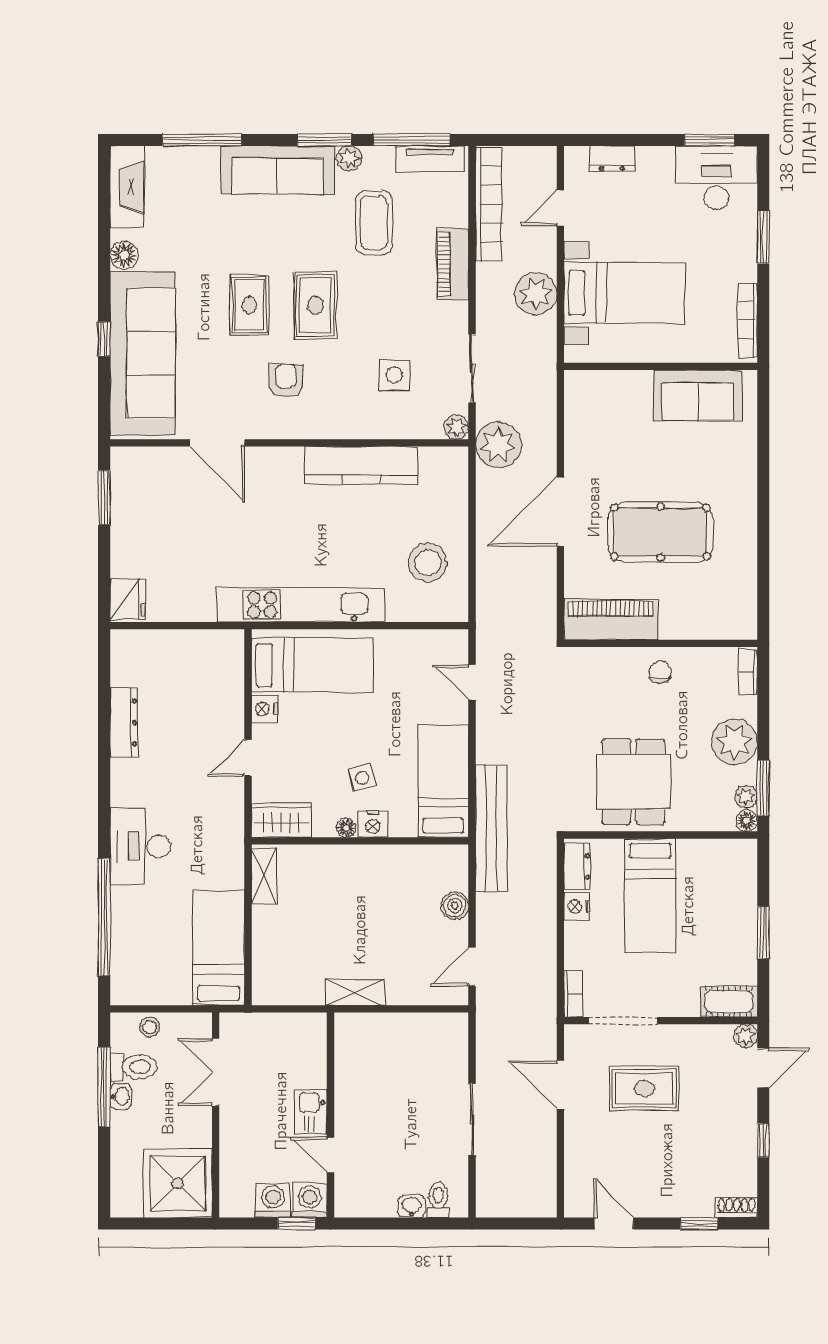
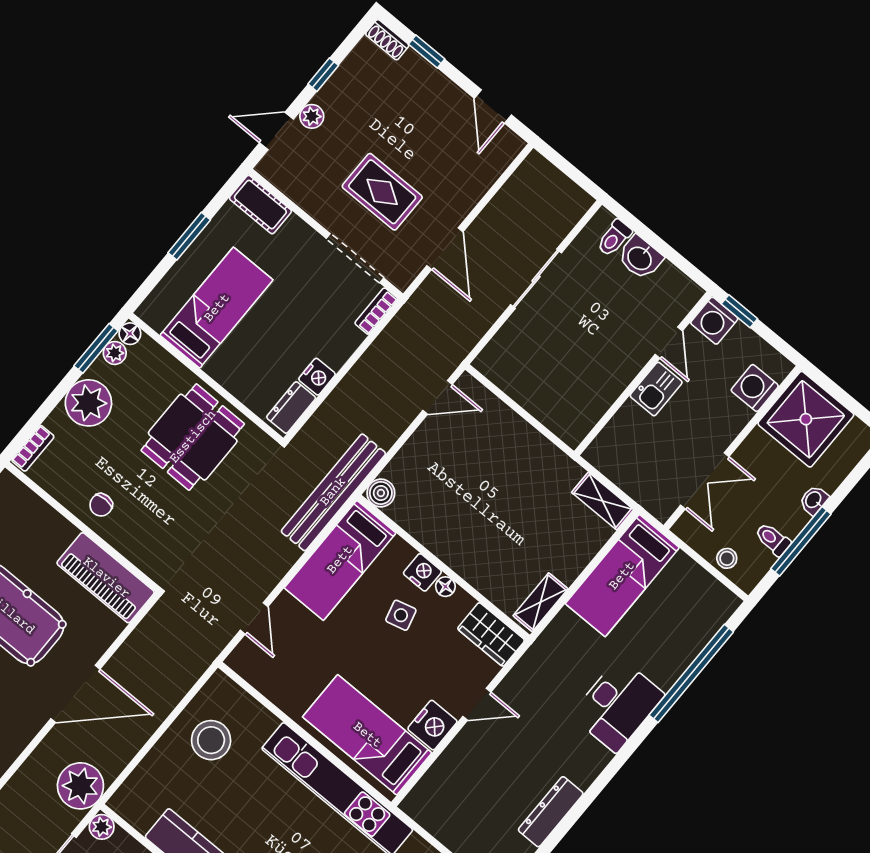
nightstand: (264, 709) -> (432, 725), width x1.36, depth x1.33
bed: (650, 895) -> (217, 308), moved
boiler: (455, 906) -> (381, 493), moved
shelving: (355, 992) -> (603, 501), moved
plant: (746, 1036) -> (312, 116), moved
toilet: (133, 1067) -> (773, 539), width x0.73, depth x0.72
washbasin: (121, 1096) -> (814, 500), moved
washing machine: (273, 1200) -> (755, 388), moved, turned 90
washbasin: (411, 1206) -> (640, 258), width x1.38, depth x1.45

